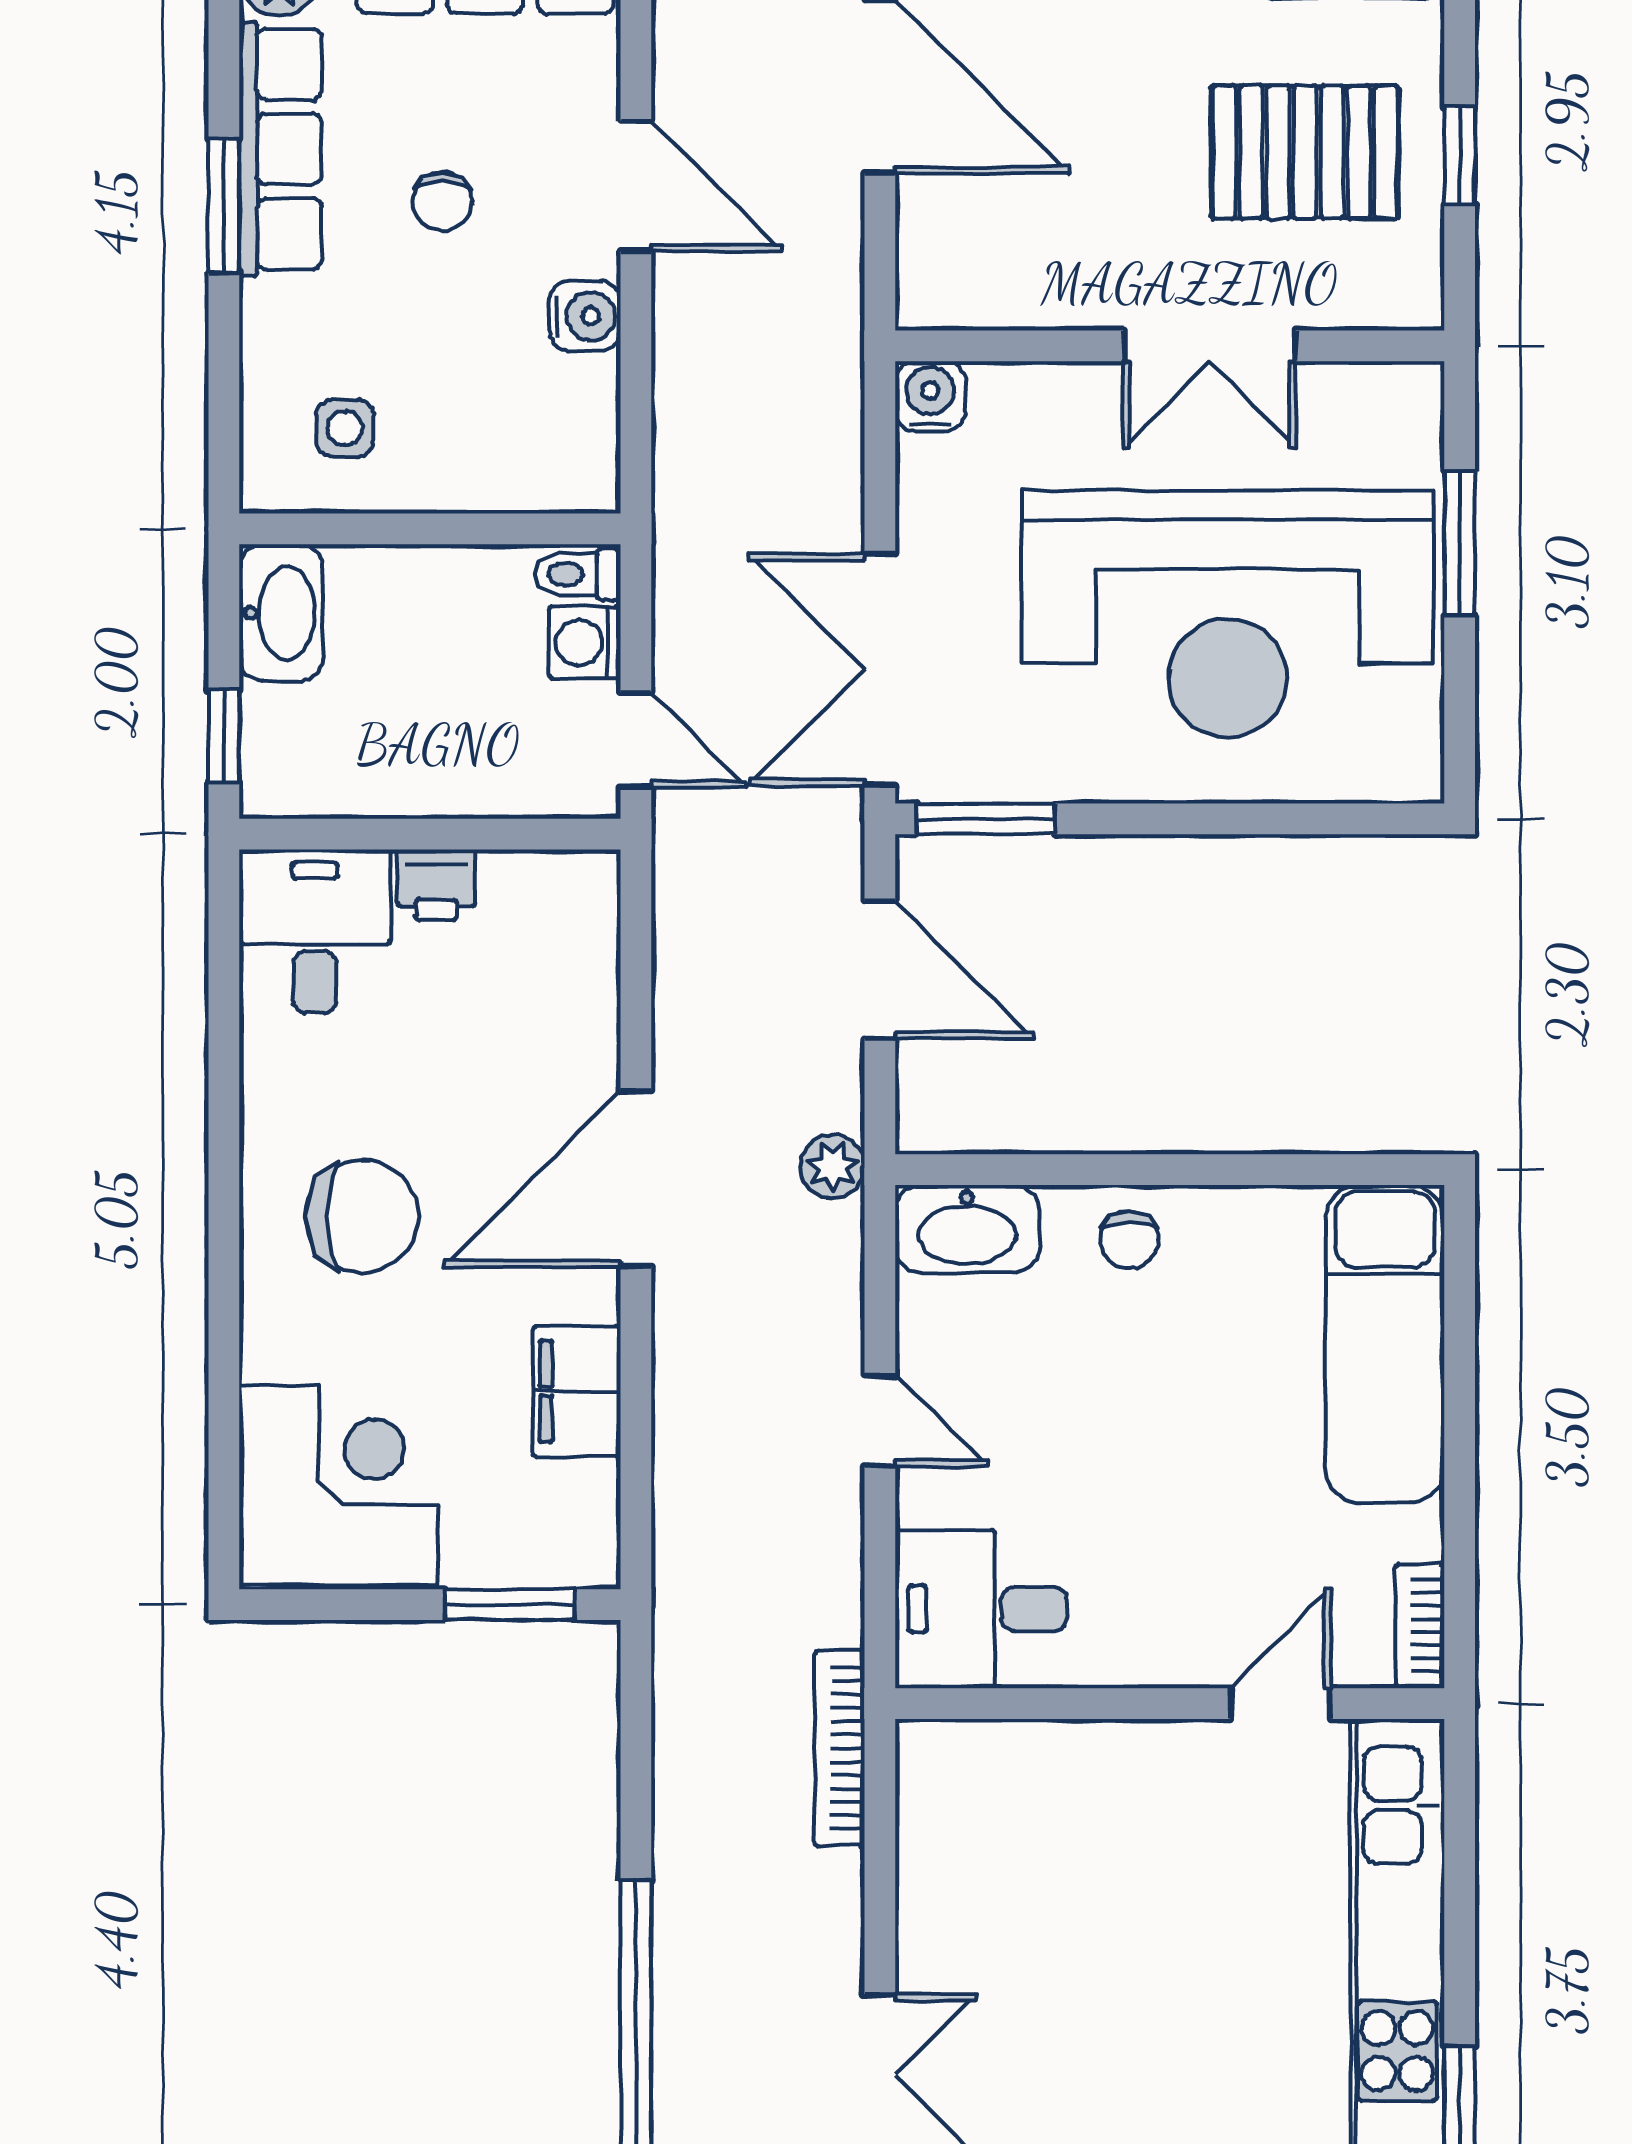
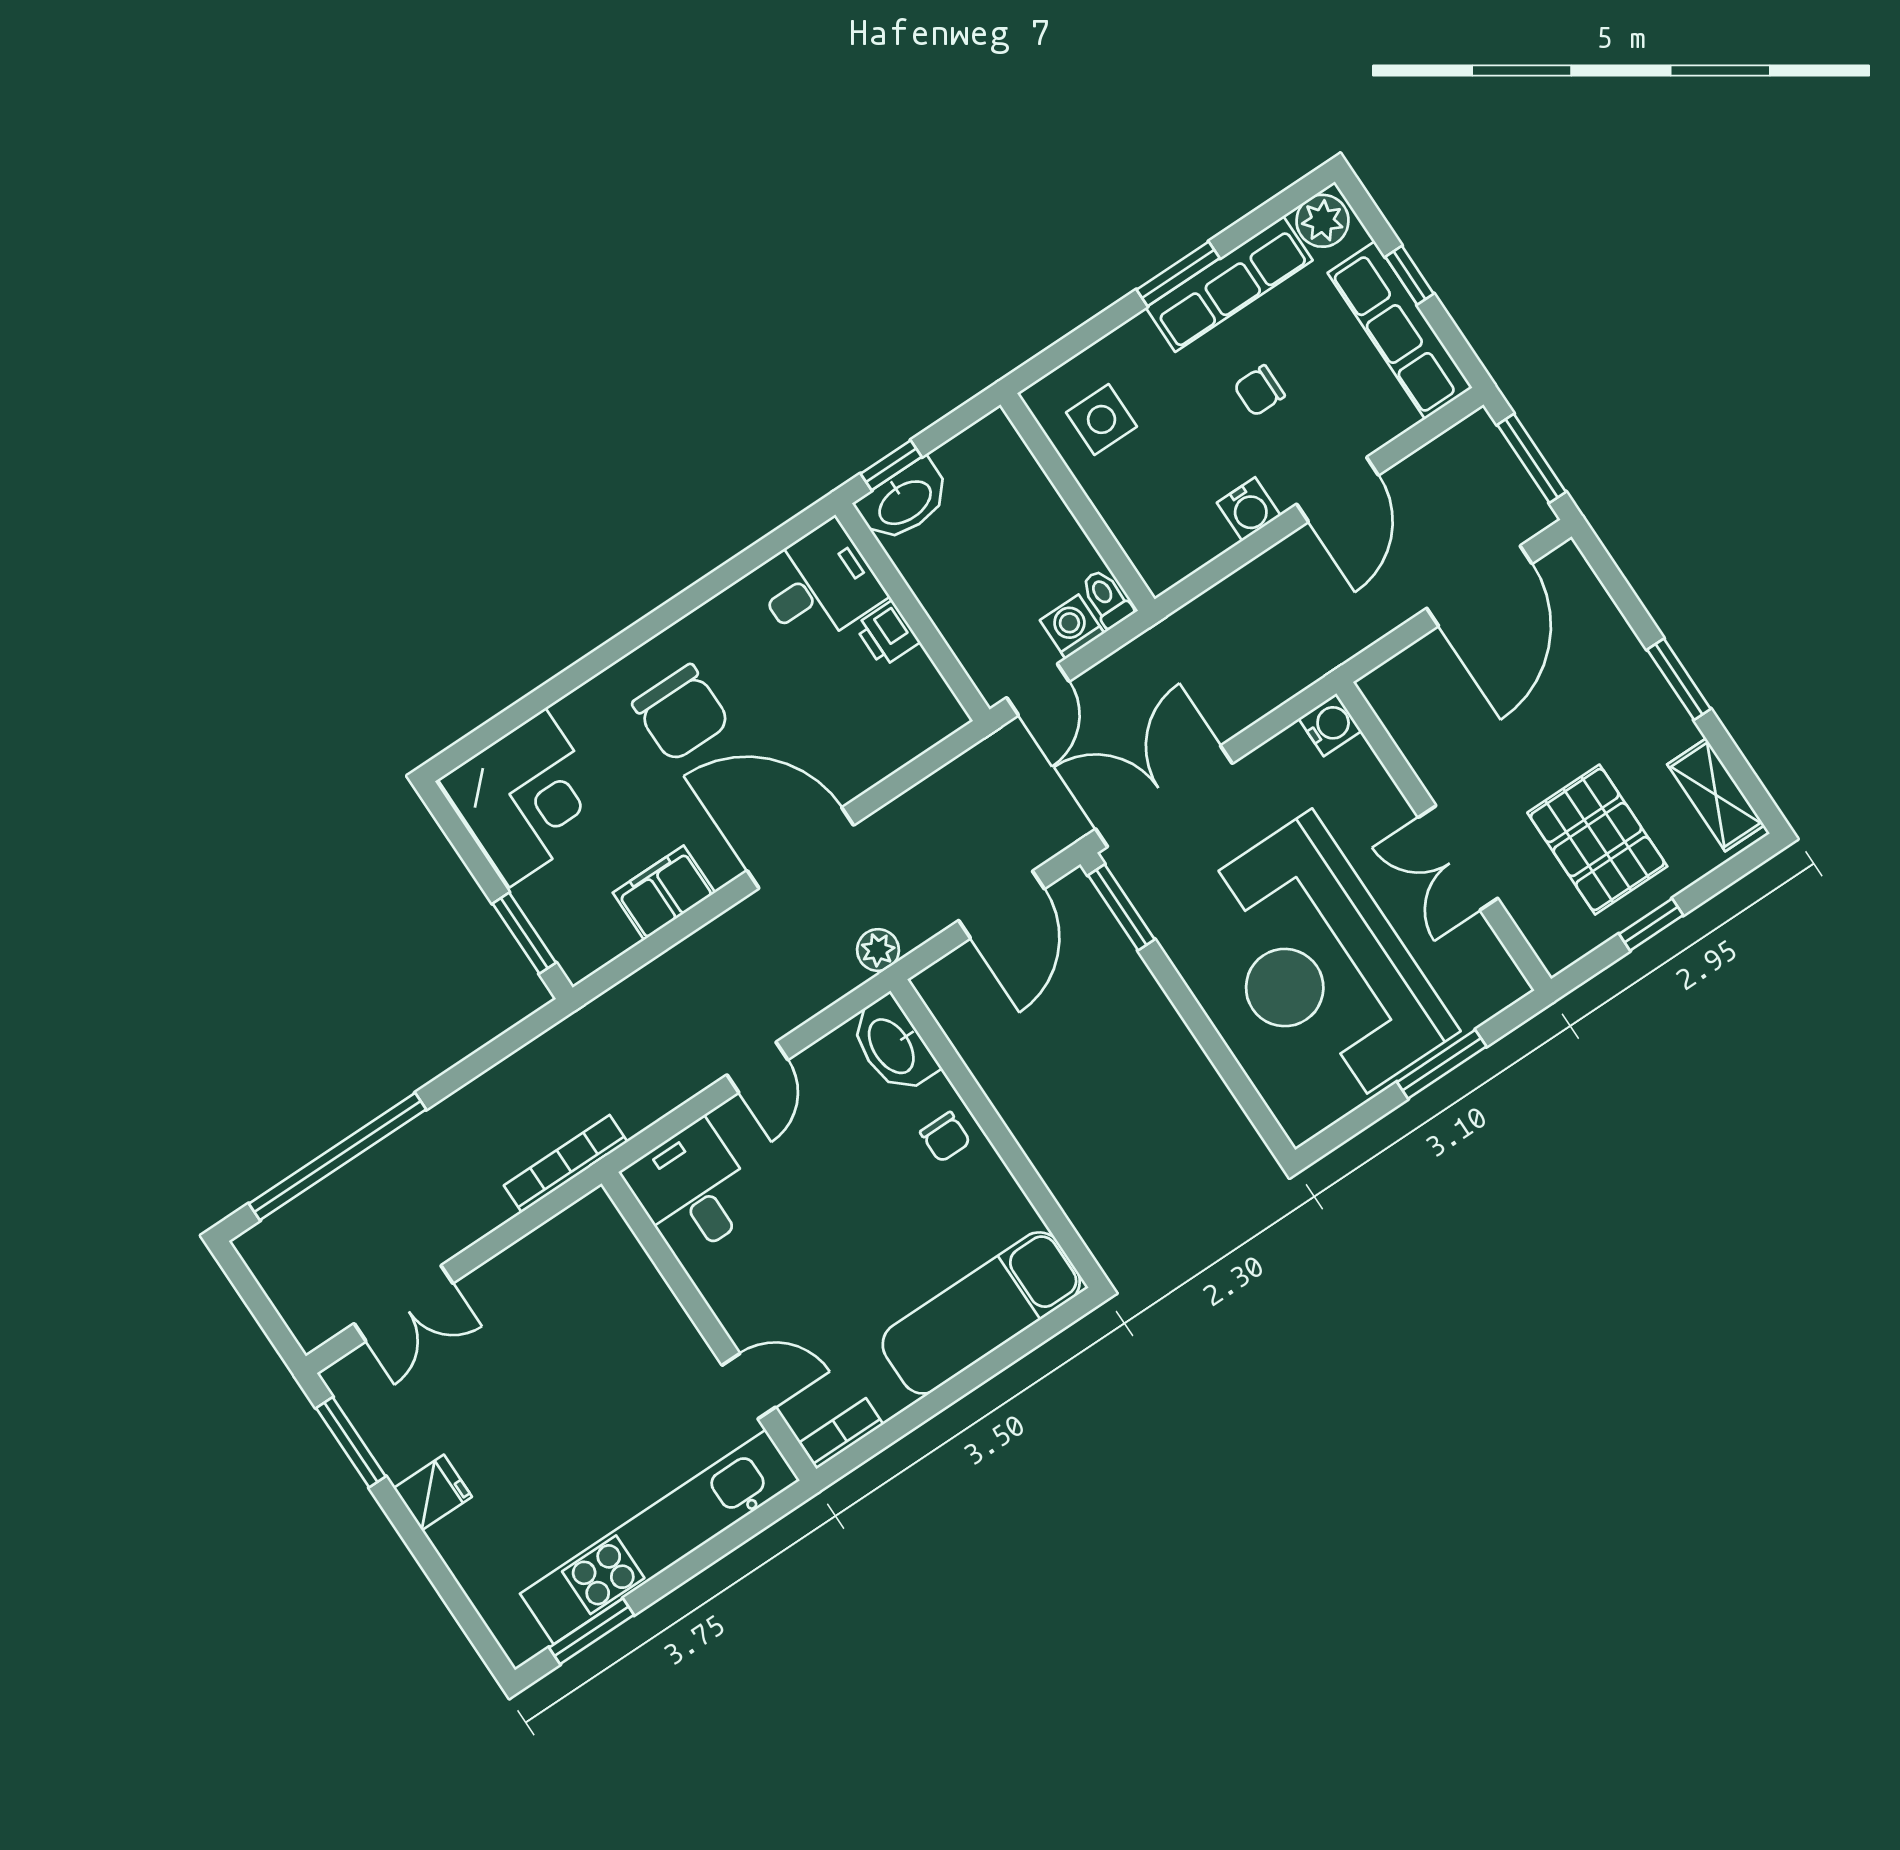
side table: (345, 428) -> (1102, 419), width x1.37, depth x1.37
washbasin: (281, 613) -> (904, 501), moved
chair: (1129, 1240) -> (945, 1137), turned -90

